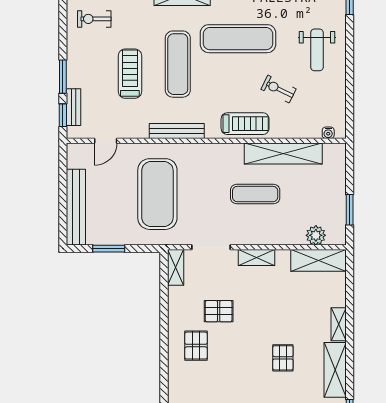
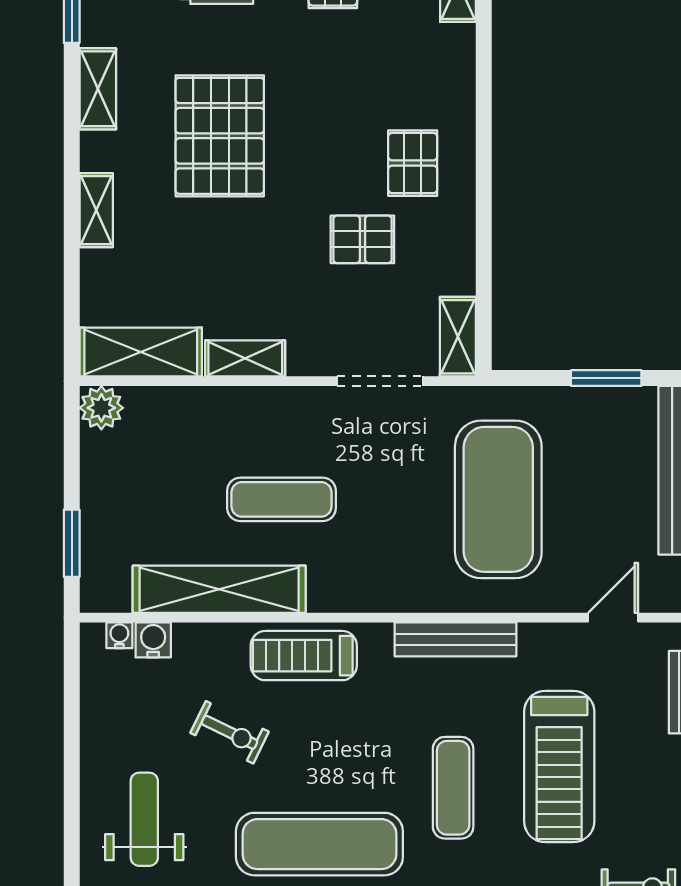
exercise mat: (178, 64) -> (453, 788), width x0.73, depth x0.69
treadmill: (130, 74) -> (559, 767), width x1.37, depth x1.38
water cooler: (313, 131) -> (153, 640), added
window: (350, 210) -> (72, 543), moved
plant: (316, 235) -> (101, 408), moved
shelving: (256, 258) -> (245, 358), moved
pallet: (283, 358) -> (220, 136), width x2.05, depth x2.00
shelving: (335, 370) -> (98, 89), width x0.67, depth x0.75

